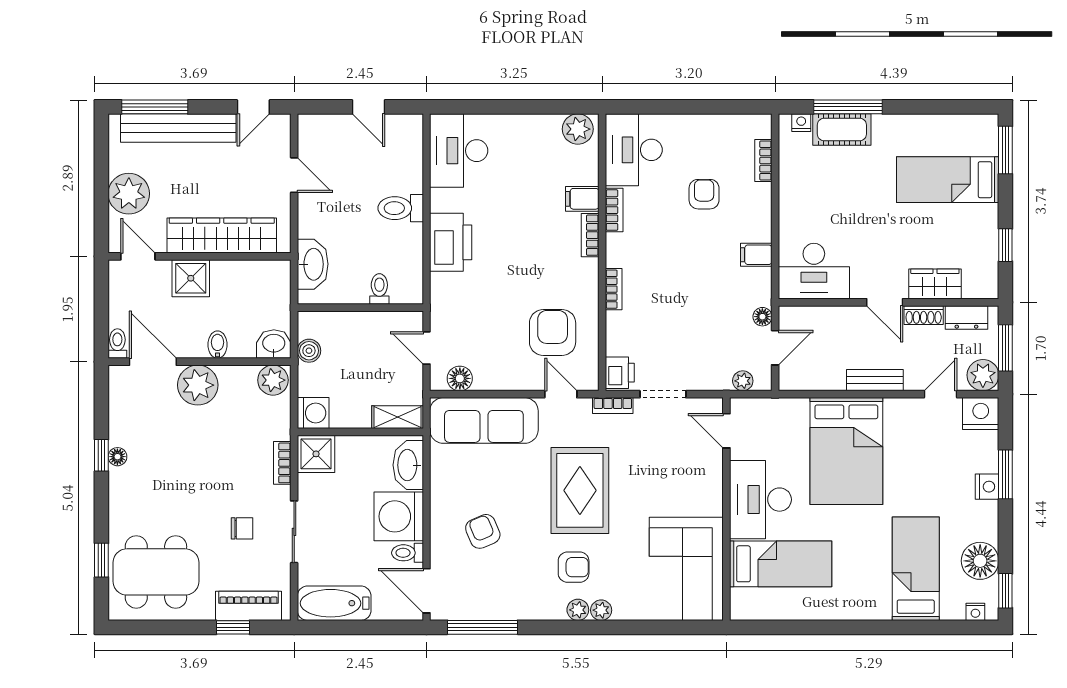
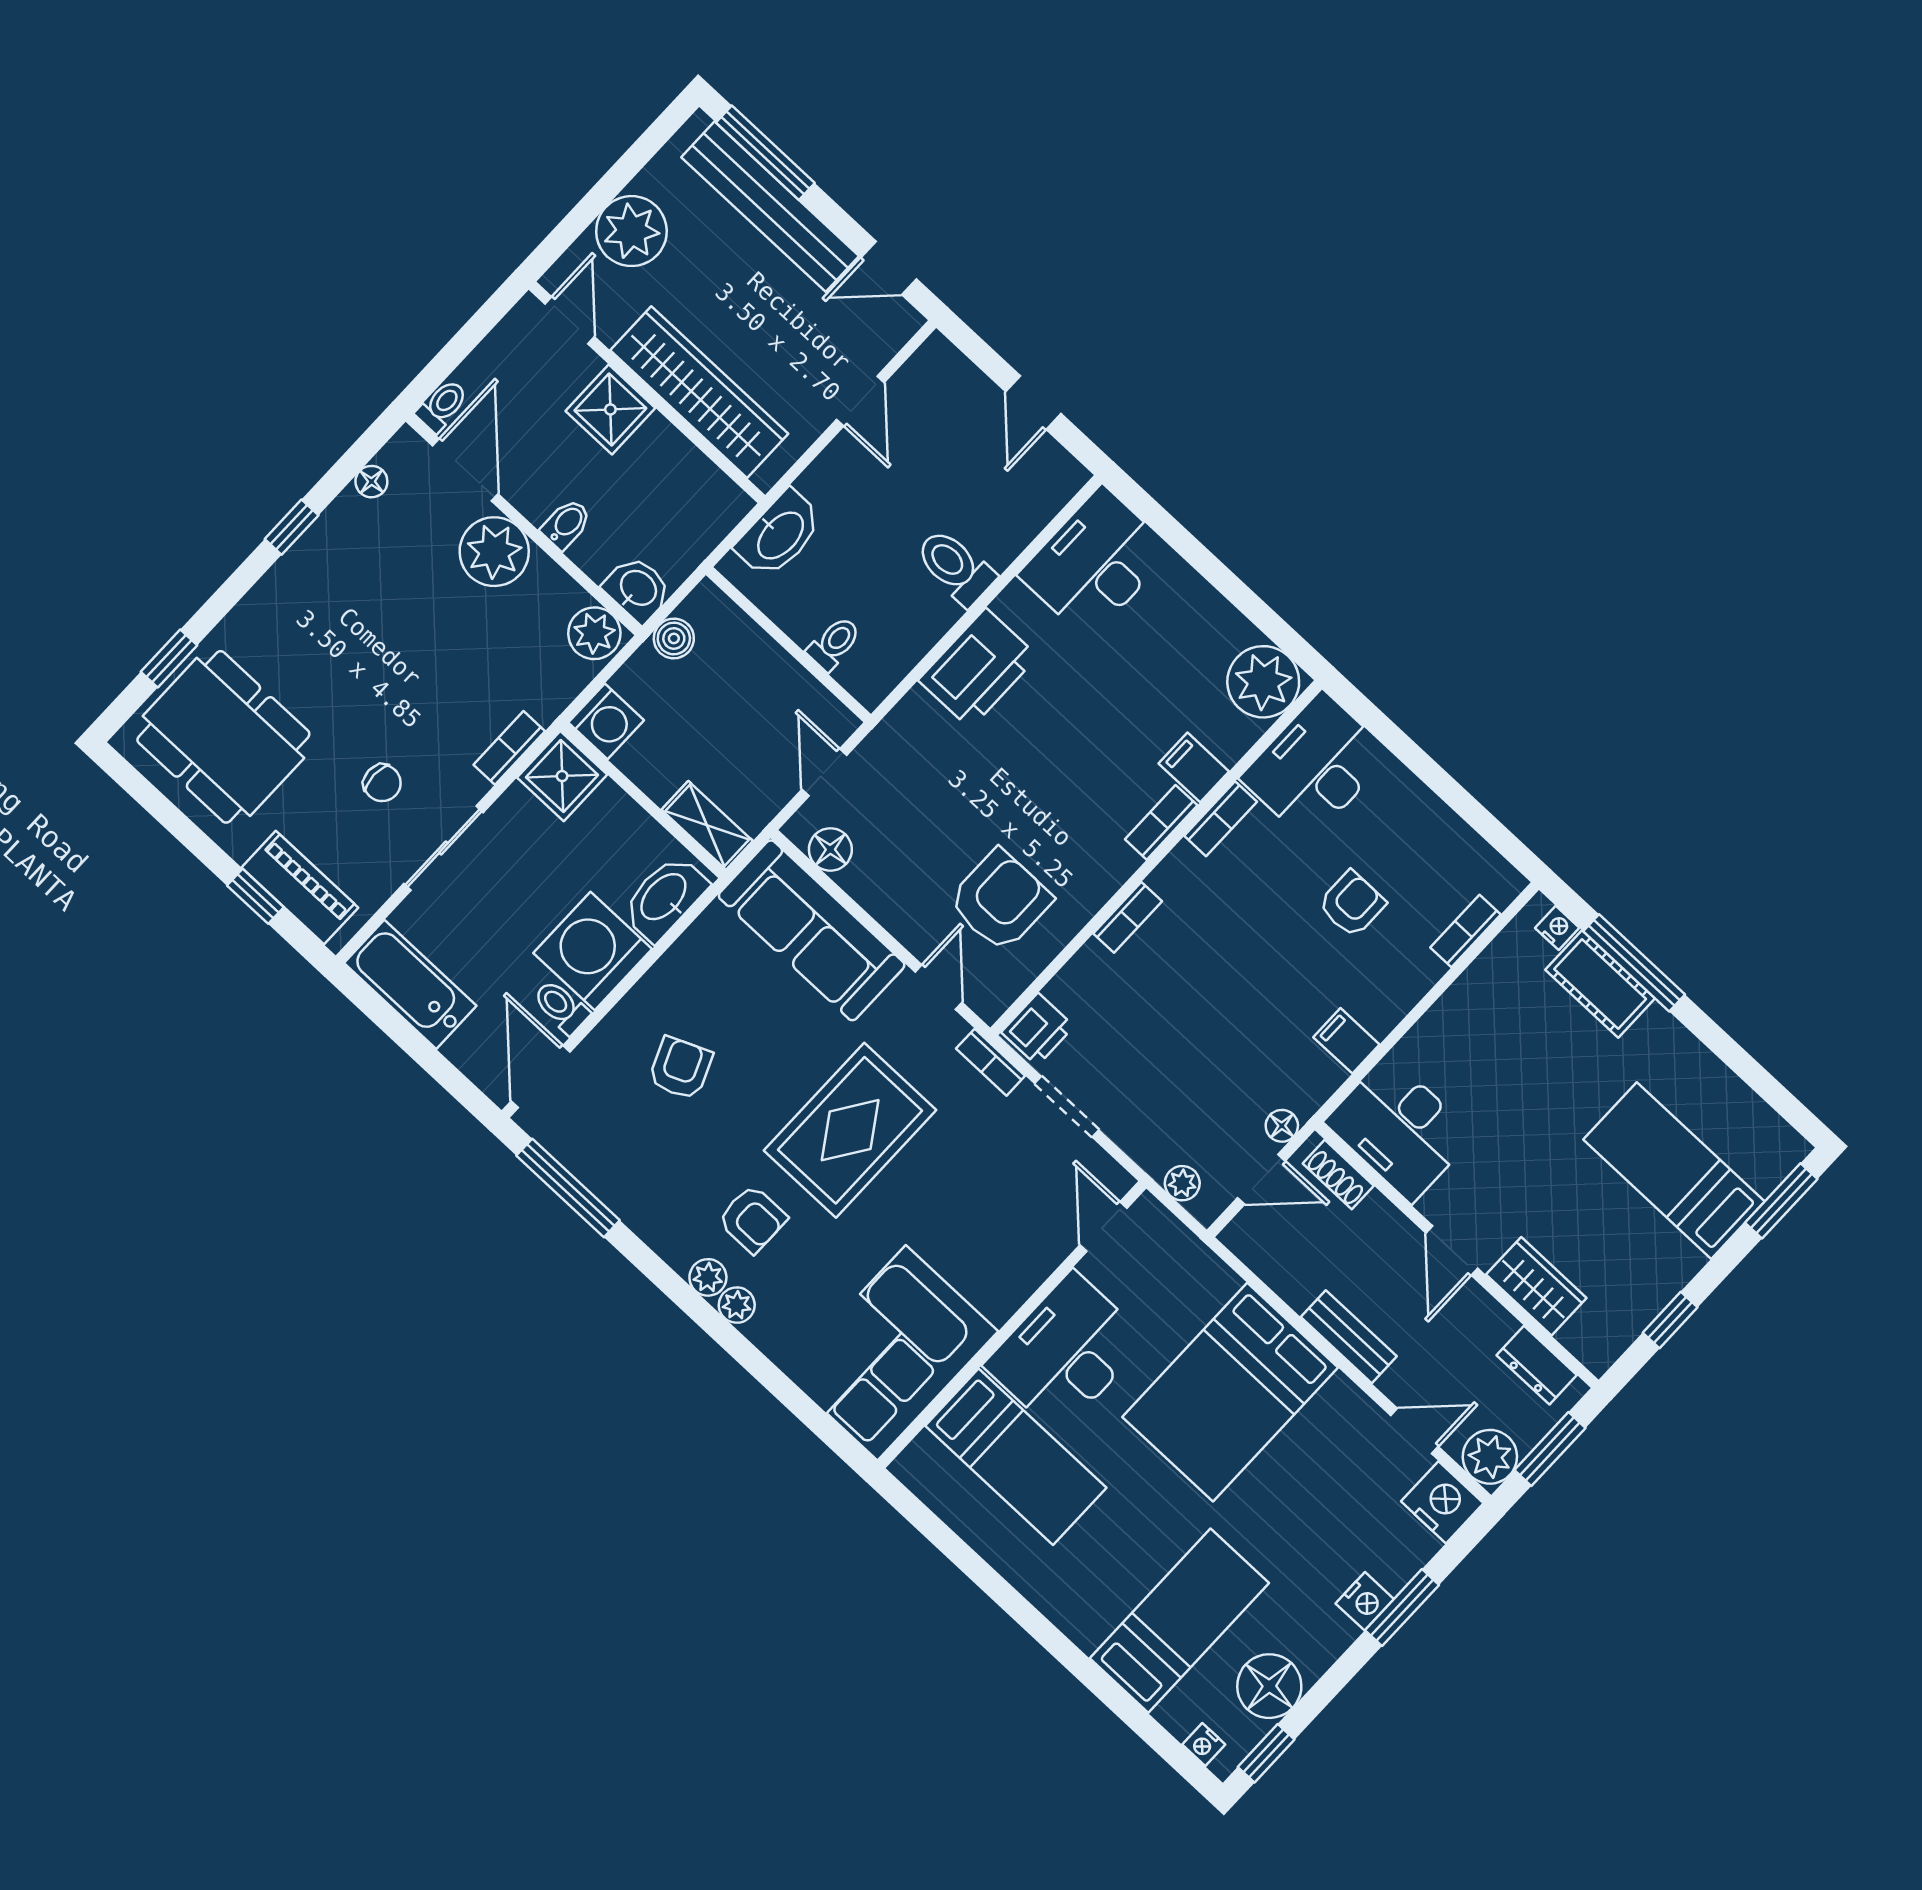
plant: (578, 129) -> (1263, 682), width x1.36, depth x1.36
shoe rack: (924, 315) -> (1338, 1175), moved
floor lamp: (117, 457) -> (371, 482), moved

